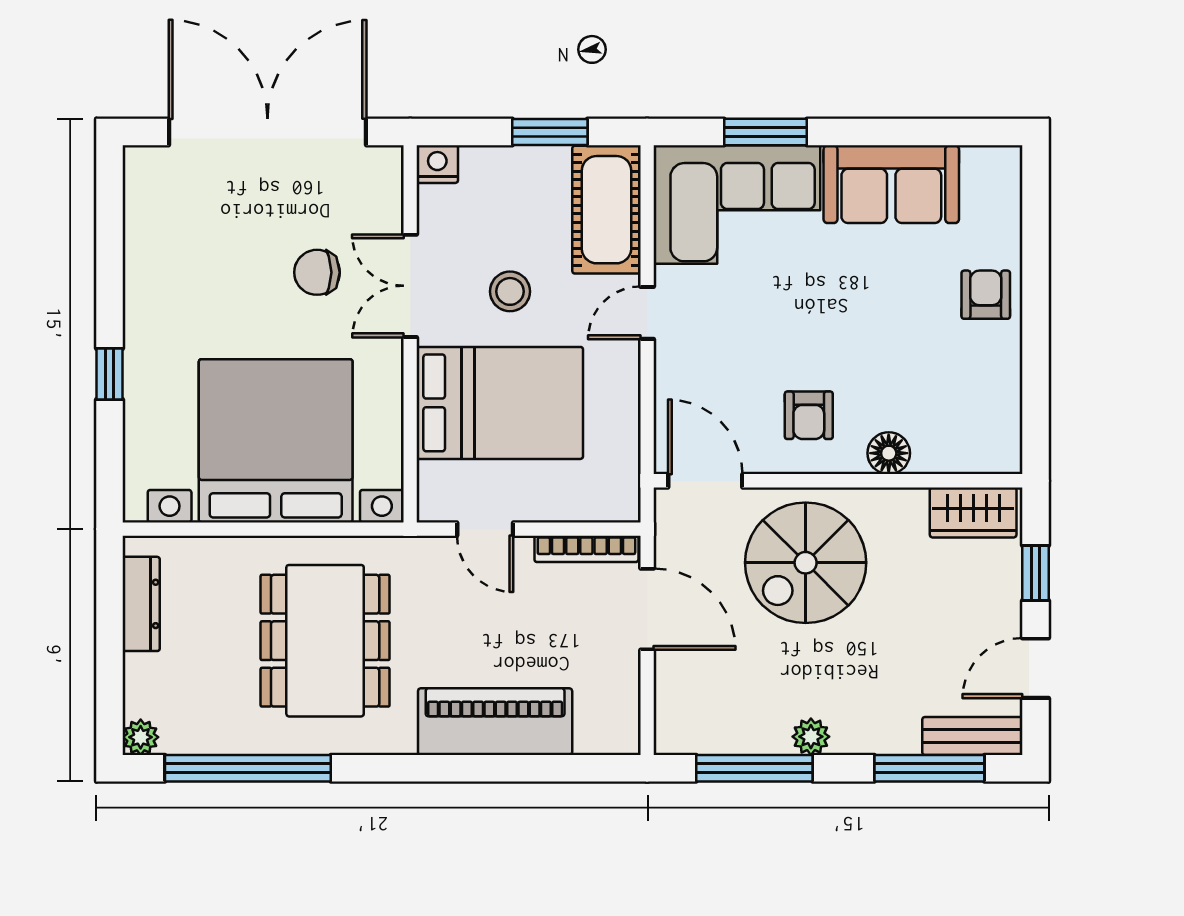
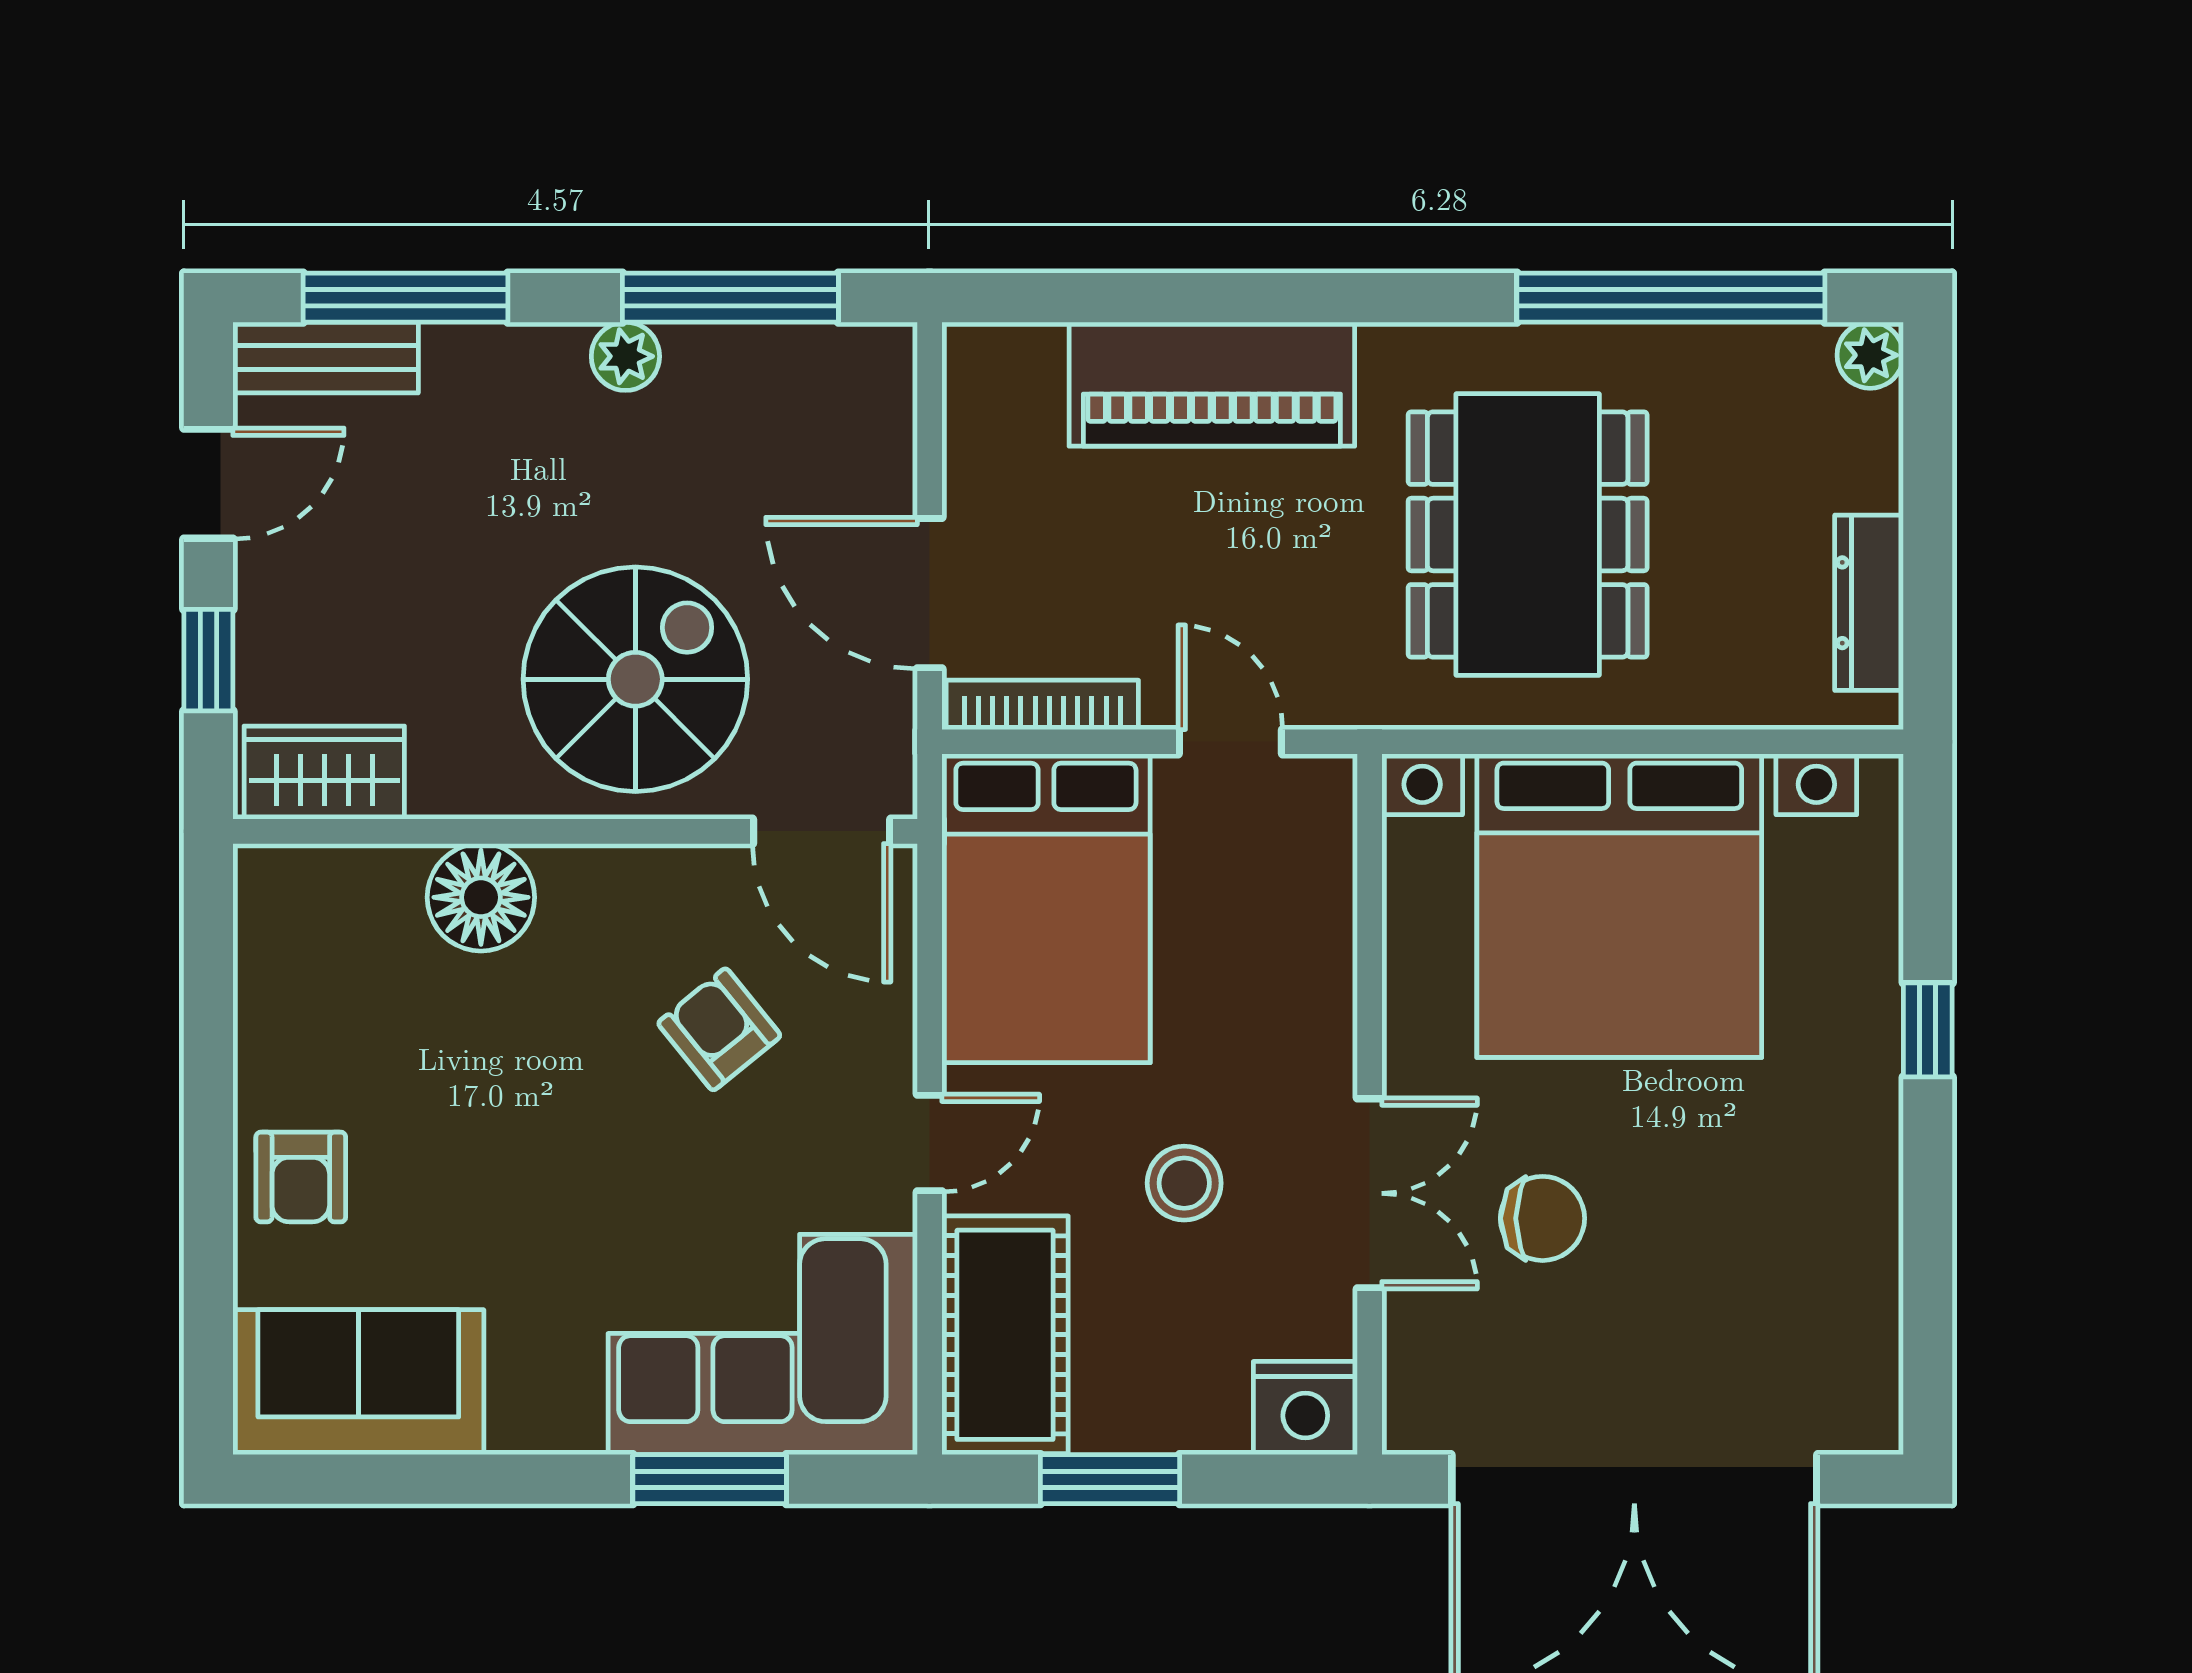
nightstand: (437, 164) -> (1305, 1408), width x1.36, depth x1.33
sofa: (891, 184) -> (358, 1382), moved
bed: (500, 403) -> (1046, 908), moved, turned -90
armchair: (809, 415) -> (719, 1029), moved, turned -39
floor lamp: (889, 453) -> (481, 897), width x1.38, depth x1.38

